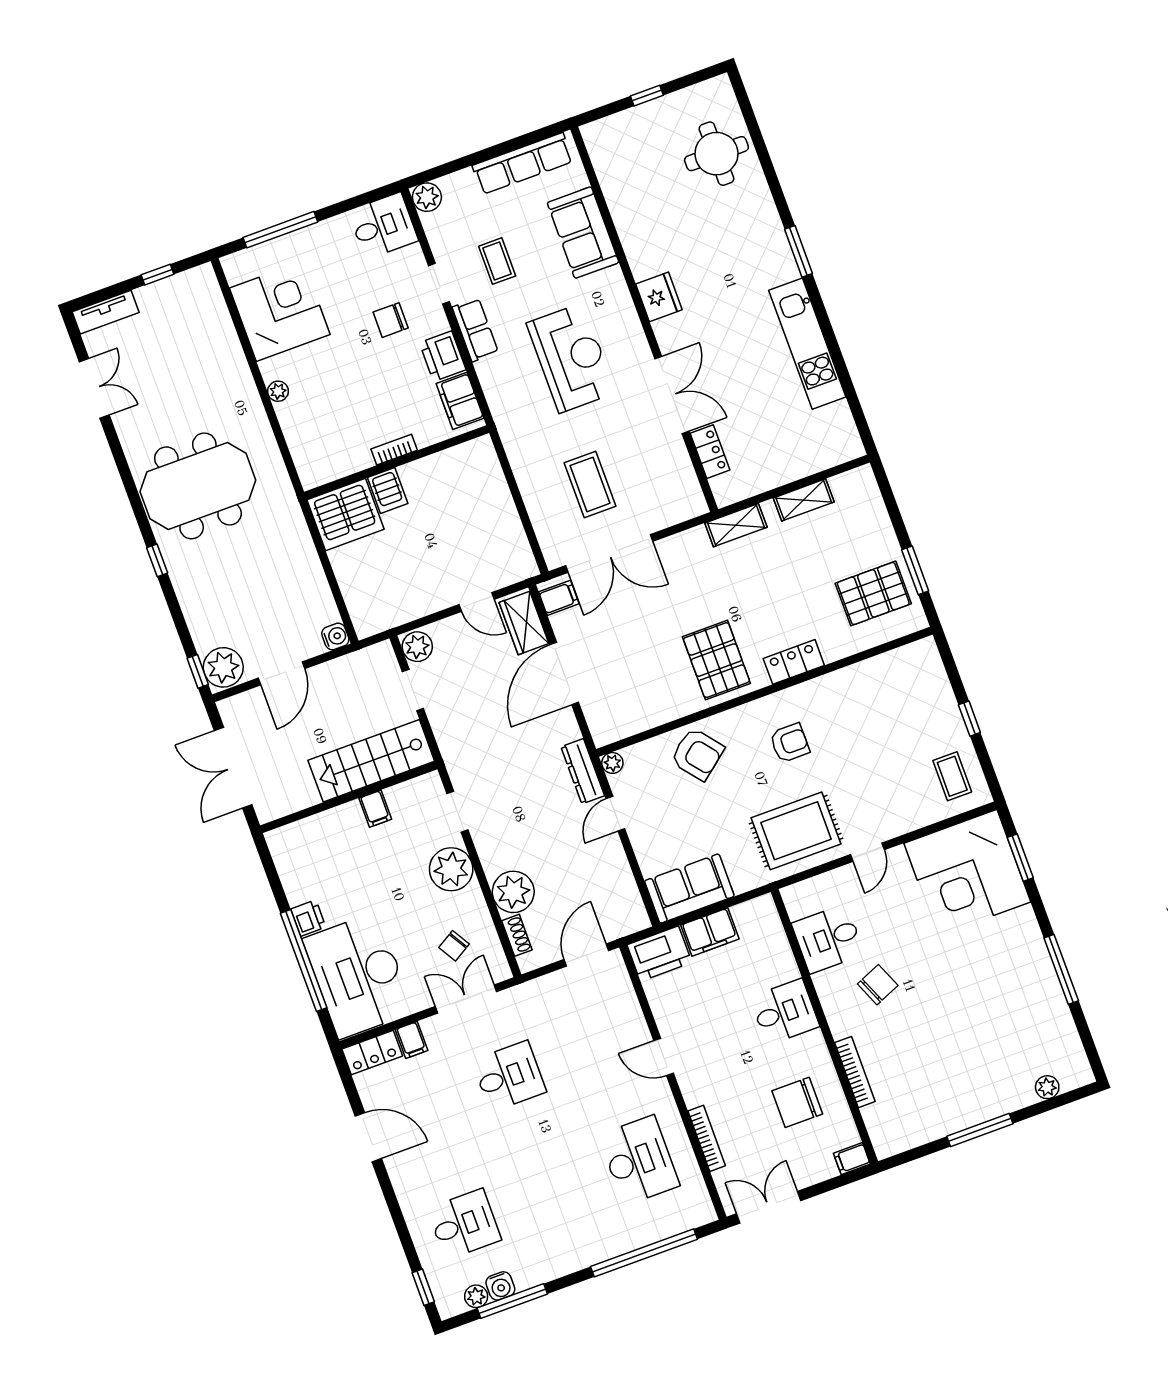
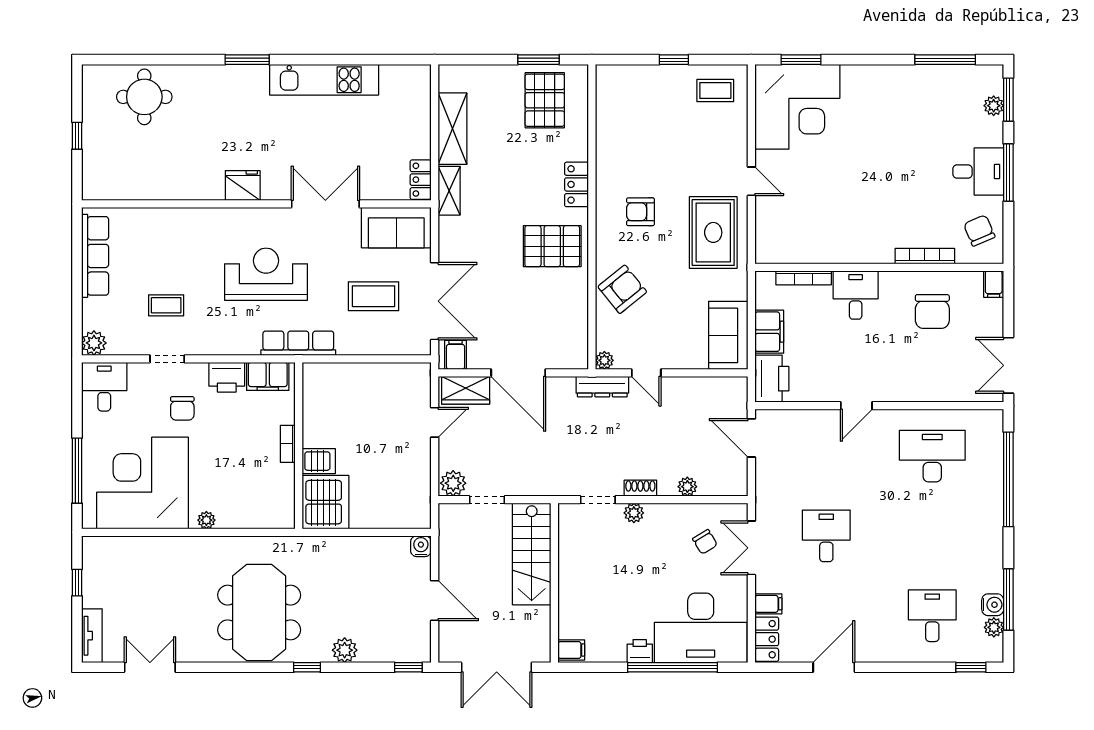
sofa: (583, 233) -> (396, 228), moved
corner desk: (280, 311) -> (143, 483), width x1.36, depth x1.36
row of seats: (475, 330) -> (298, 343), moved, width x1.48
locker: (710, 452) -> (421, 180), moved, turned -90
shelving: (804, 500) -> (453, 129), width x1.50, depth x1.33
plant: (223, 667) -> (345, 650), moved, width x0.73, depth x0.73
armchair: (790, 743) -> (640, 212), turned -90
filing cabinet: (375, 809) -> (571, 650), moved
plant: (451, 869) -> (634, 513), width x0.53, depth x0.53
plant: (513, 892) -> (687, 487), width x0.53, depth x0.53
shoe rack: (517, 935) -> (640, 488), moved
desk: (828, 939) -> (978, 171), moved, turned -90
window: (1061, 969) -> (945, 60), moved
chair: (878, 985) -> (979, 230), moved
window: (1060, 1101) -> (1008, 100), added
bookcase: (707, 1138) -> (804, 278), moved, turned 180

